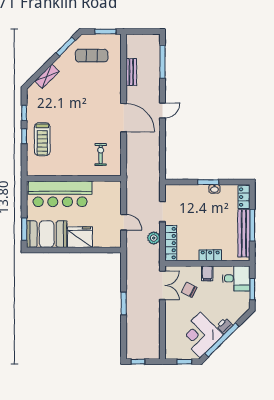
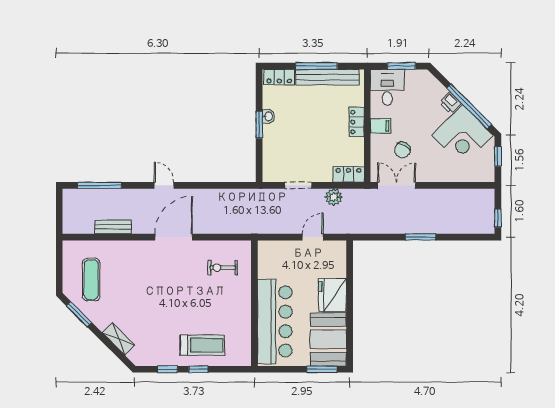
window: (106, 32) -> (59, 261), removed
locker: (171, 243) -> (349, 174), width x0.66

